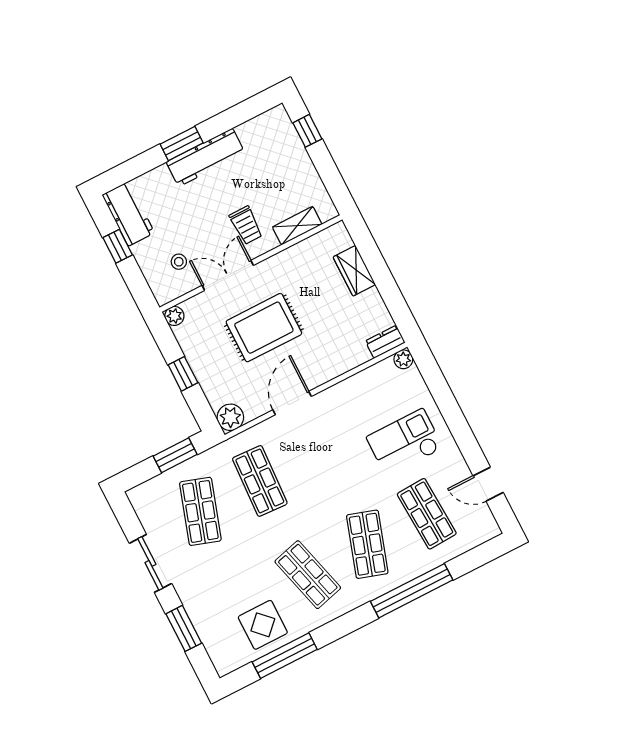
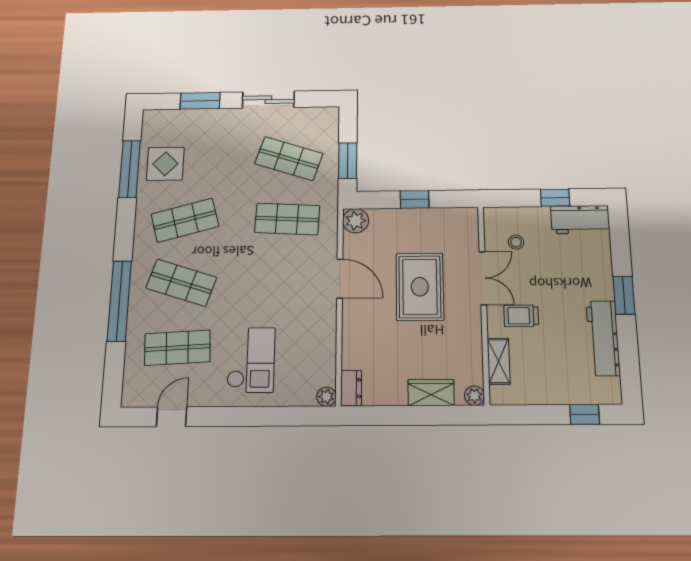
workbench: (206, 157) -> (603, 338), moved
plant: (174, 316) -> (474, 396), moved

